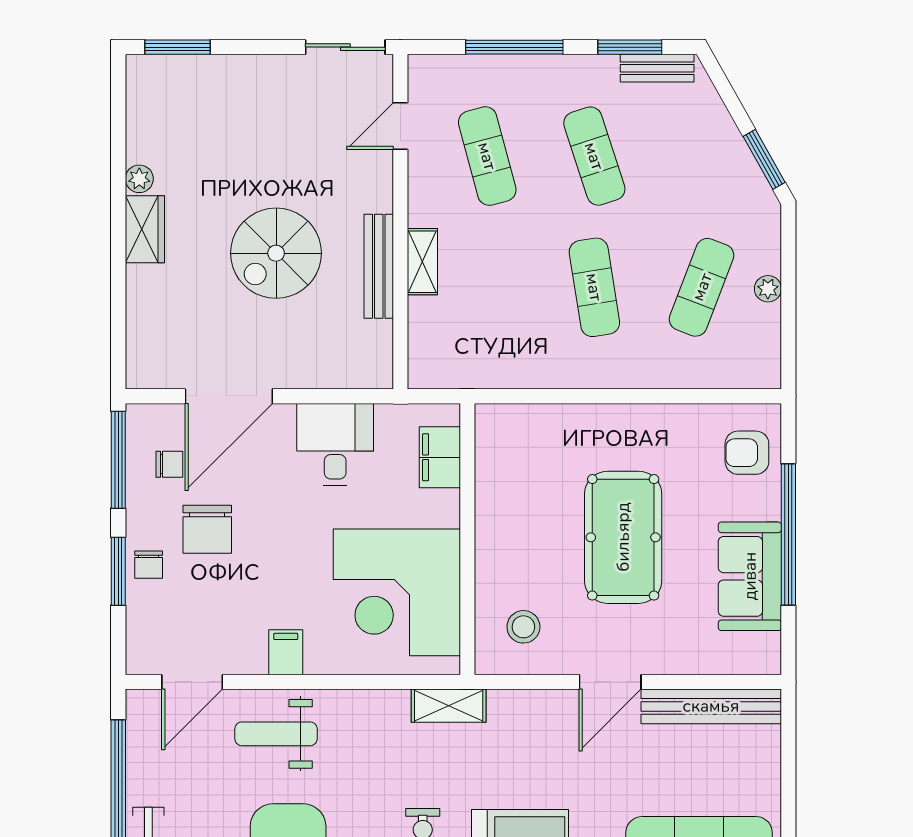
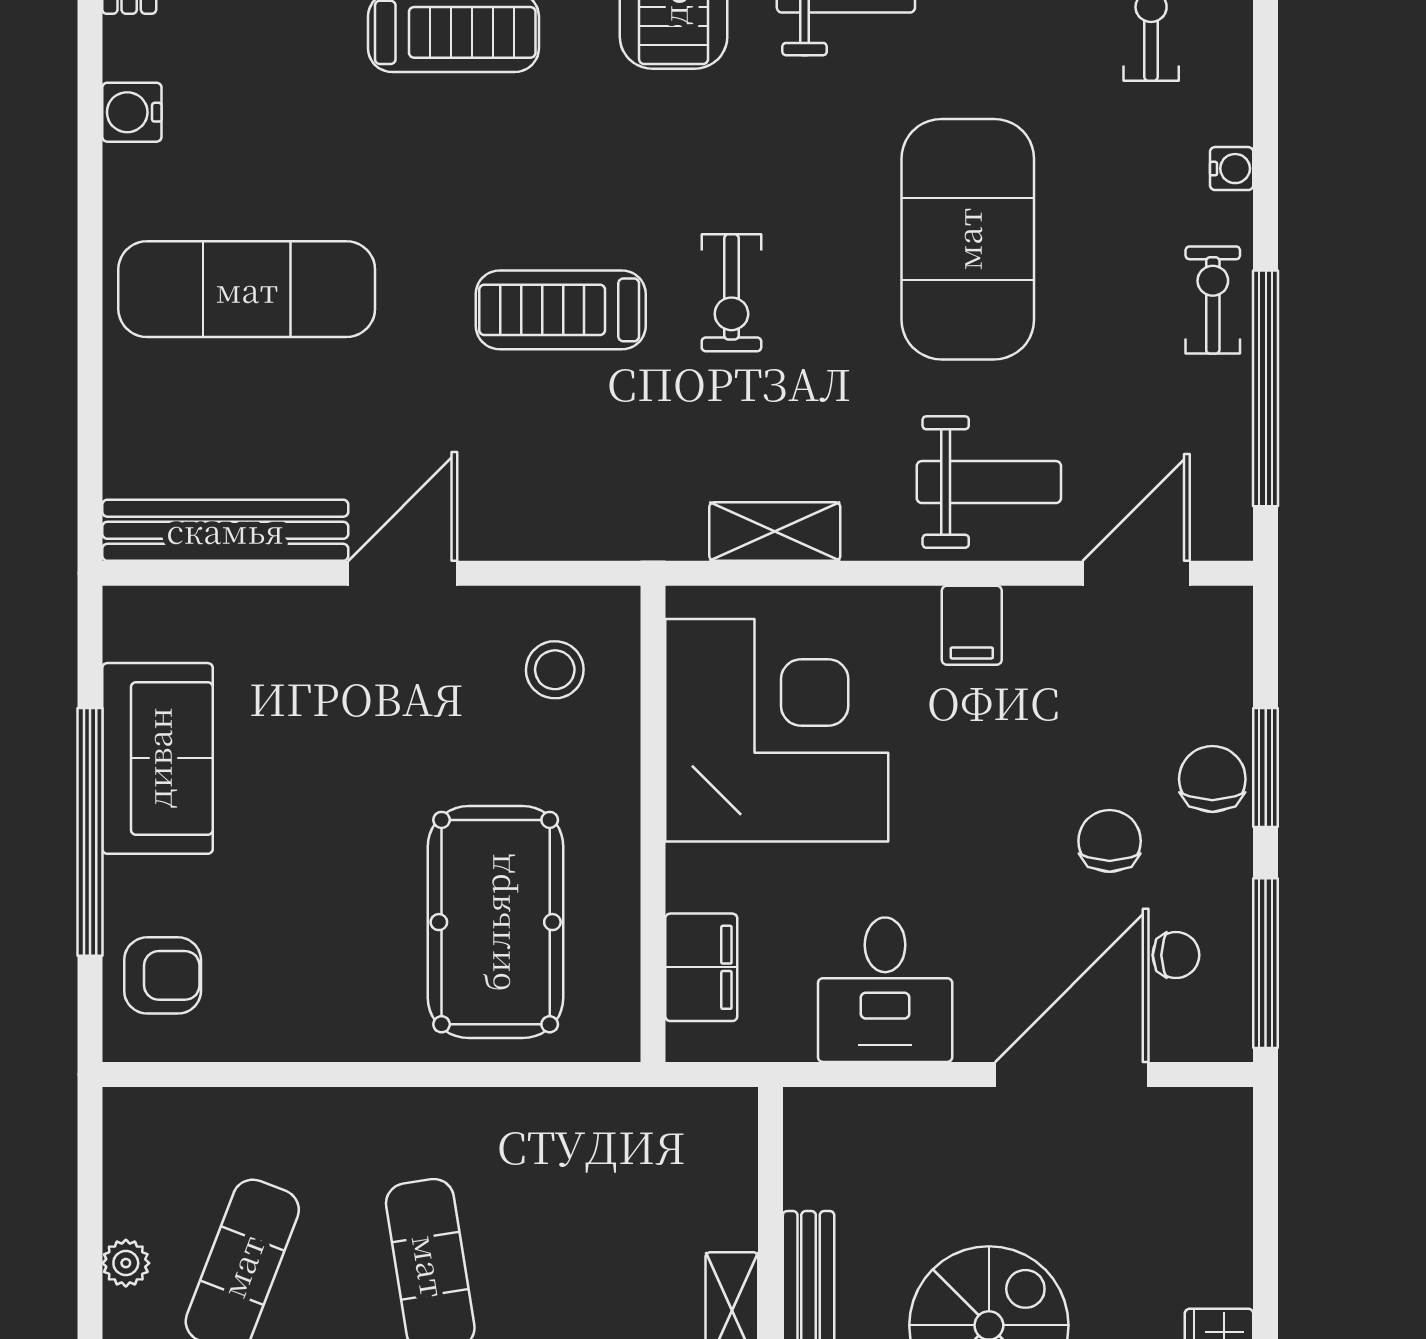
chair: (169, 464) -> (1176, 955), turned 180
chair: (207, 529) -> (1110, 841), width x0.73, depth x0.73
pool table: (623, 537) -> (496, 922), moved
chair: (149, 565) -> (1212, 779), width x1.37, depth x1.37
shelving: (449, 706) -> (775, 531), moved

